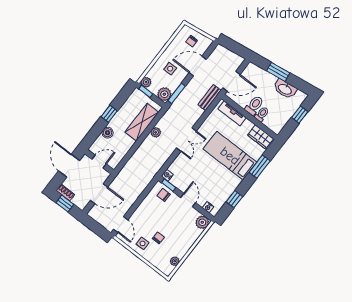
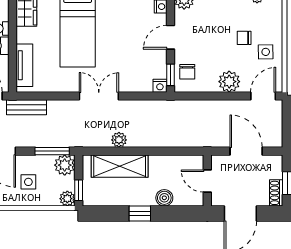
plant: (142, 213) -> (229, 82), added

